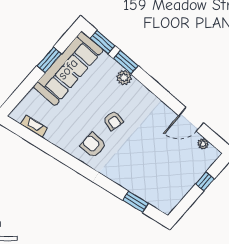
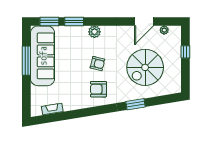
window: (49, 60) -> (26, 61), width x1.44
plant: (124, 78) -> (94, 32), moved
spiral stairs: (155, 163) -> (145, 67), added
window: (136, 202) -> (136, 104), moved

